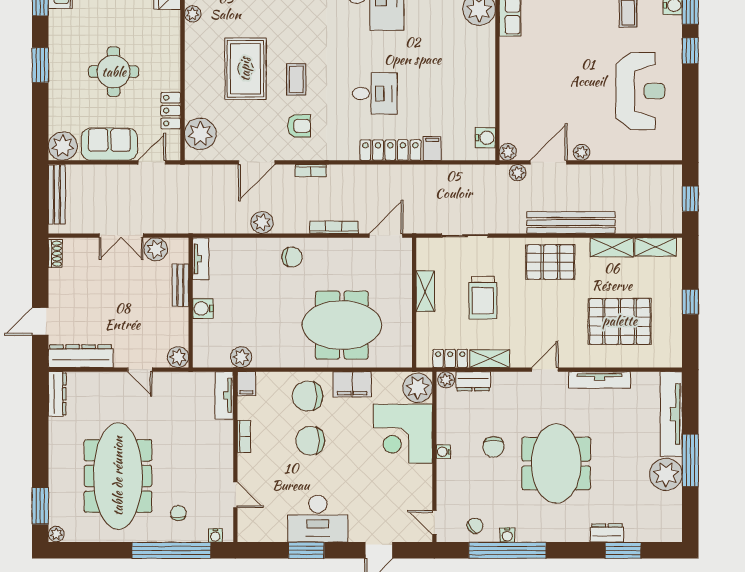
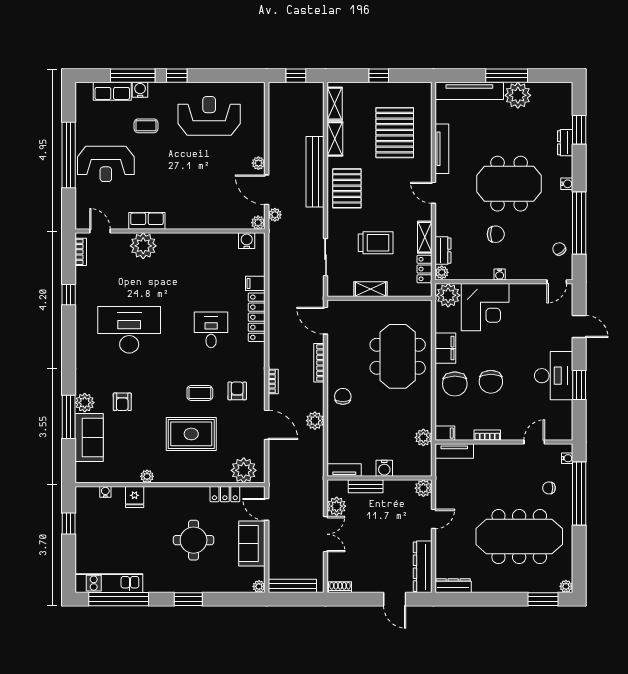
plant: (63, 146) -> (259, 586), width x0.53, depth x0.53
water cooler: (507, 535) -> (567, 184), moved

